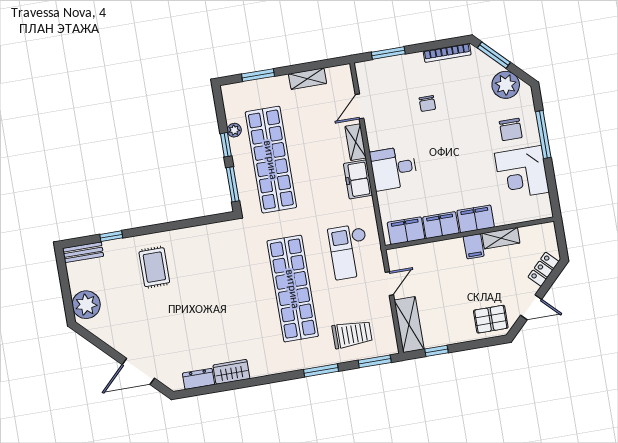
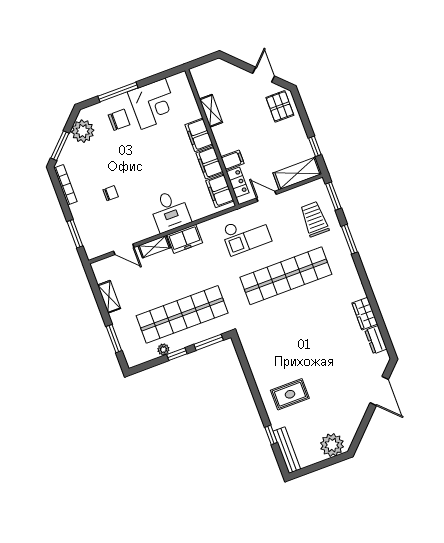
filing cabinet: (474, 246) -> (232, 160), moved
bench: (83, 252) -> (287, 450), width x1.36
locker: (543, 269) -> (238, 182), moved, turned -135

